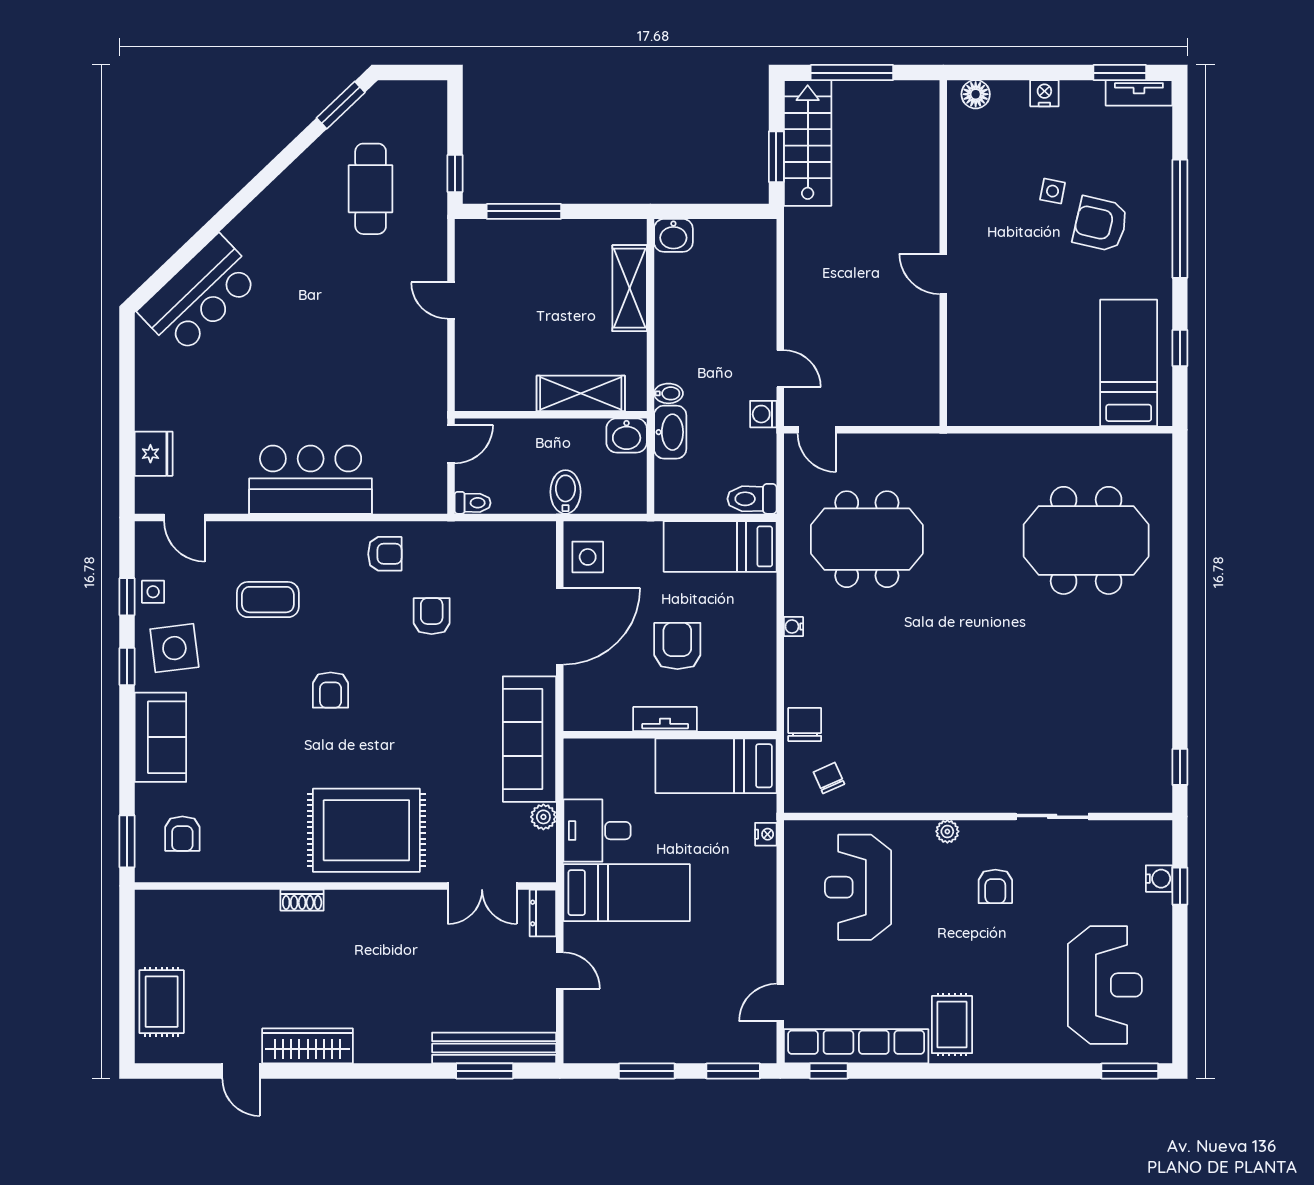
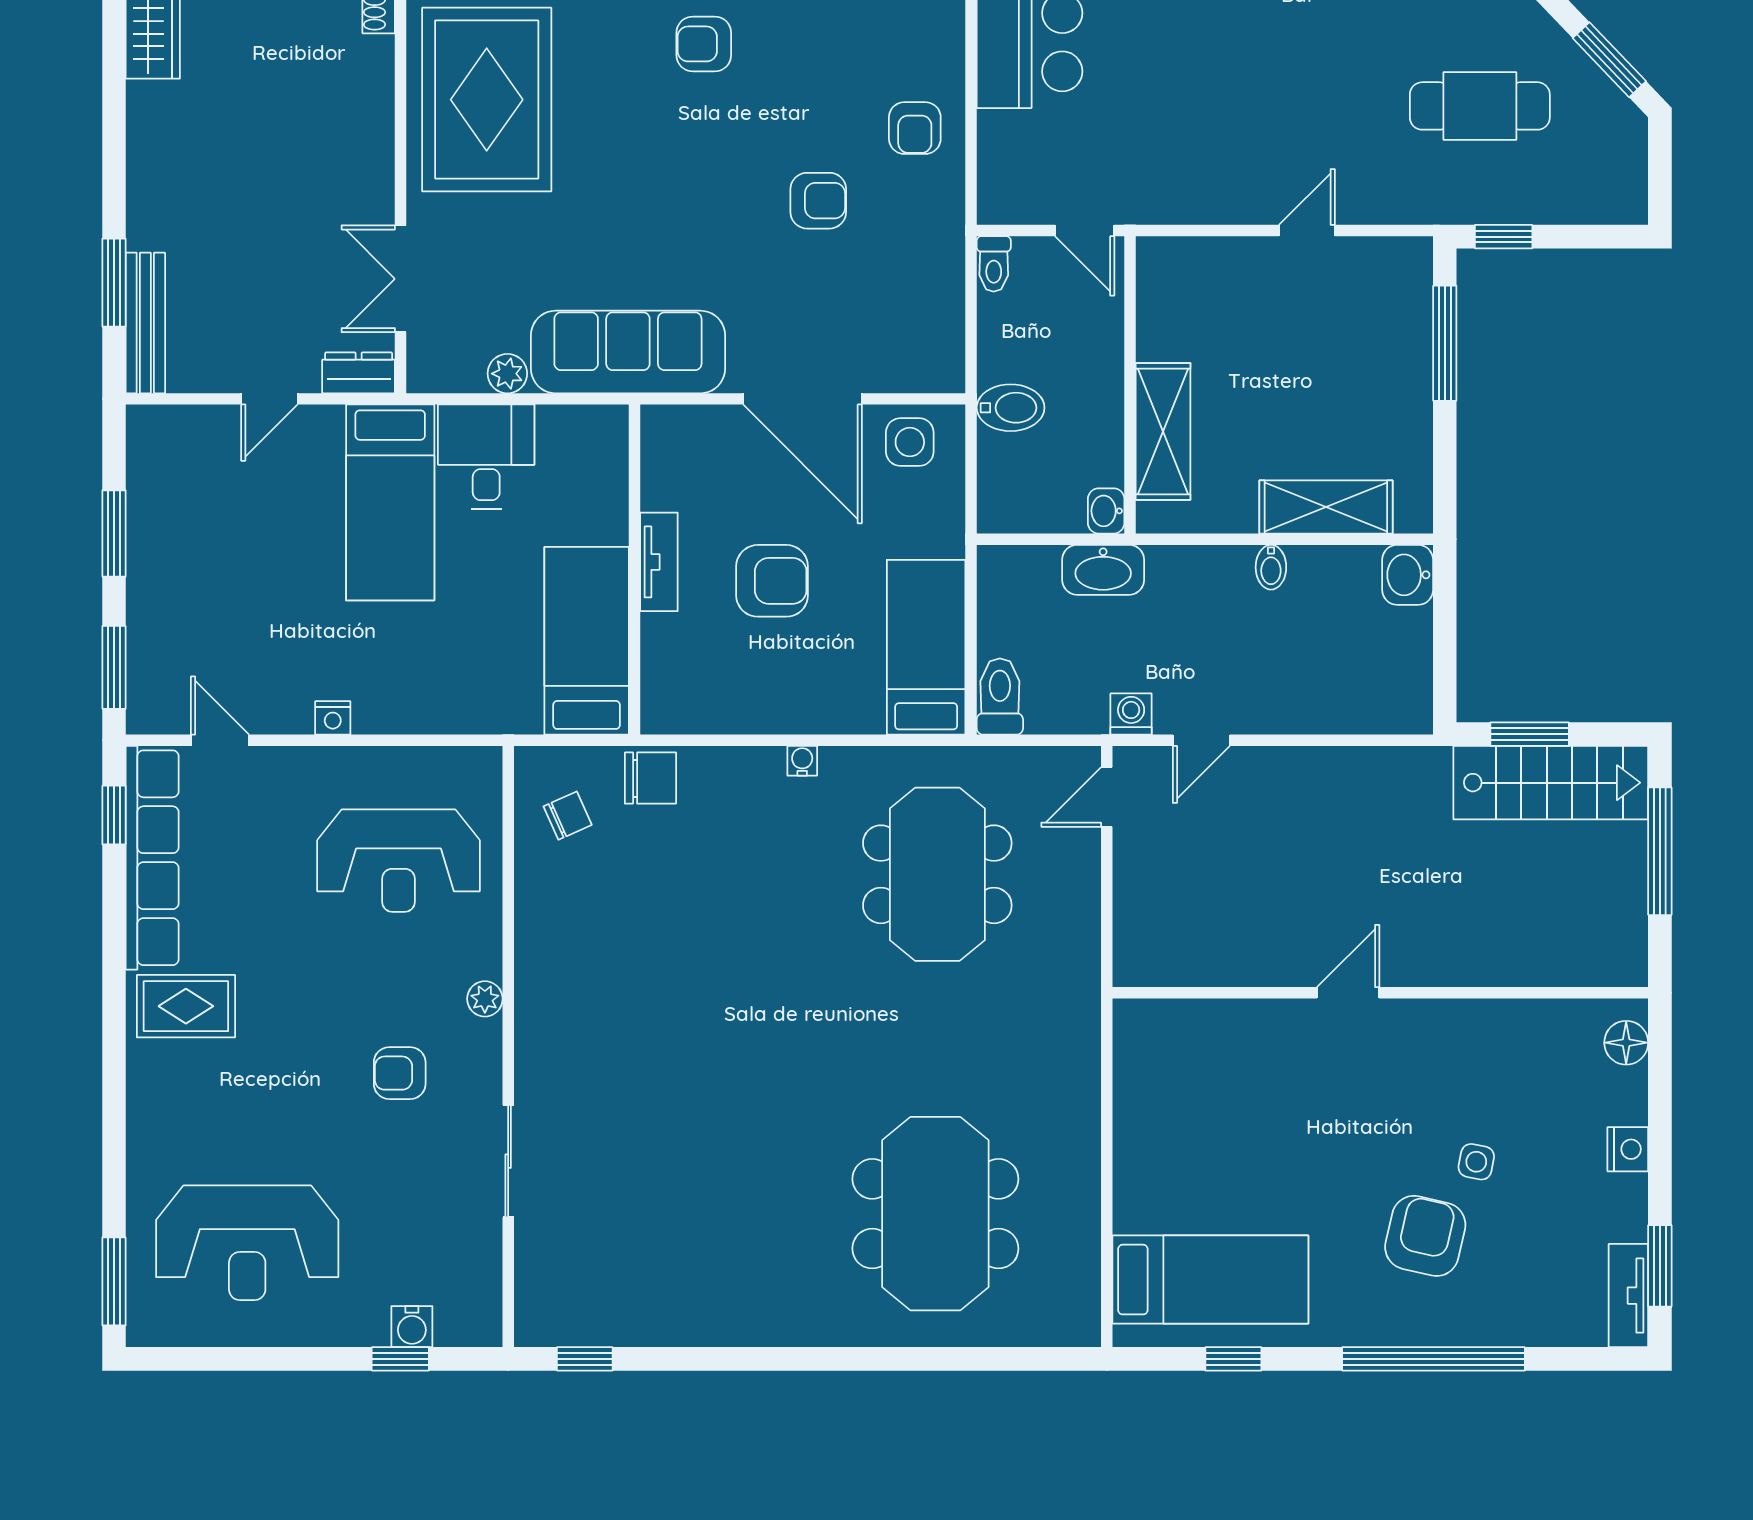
bidet: (668, 393) -> (1271, 567), moved
washbasin: (627, 435) -> (1106, 511), width x0.72, depth x0.69
nightstand: (766, 834) -> (333, 718), moved
reception desk: (858, 887) -> (398, 861), turned 180
bench: (494, 1048) -> (145, 323), width x0.73, depth x0.82

